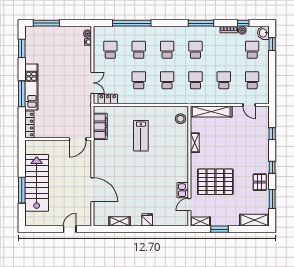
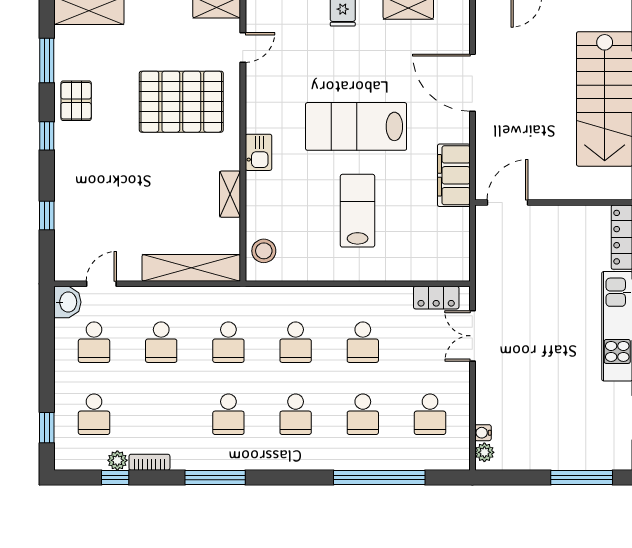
washbasin: (263, 33) -> (67, 302), moved
door: (249, 105) -> (101, 284), hinge flipped
filing cabinet: (100, 126) -> (454, 175), moved
lab bench: (142, 171) -> (356, 126), added
kitchen sink: (183, 190) -> (258, 152), moved

